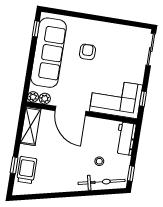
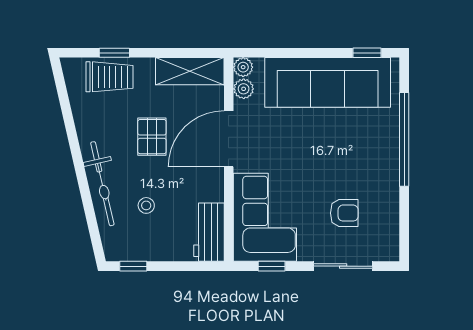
window: (86, 16) -> (404, 139), added
sliding door: (151, 49) -> (343, 266), moved
armchair: (87, 52) -> (344, 213), moved
workbench: (126, 139) -> (209, 232), moved, turned -90
pallet: (63, 152) -> (152, 137), added
bicycle: (102, 182) -> (102, 184), moved

